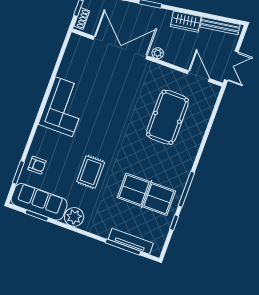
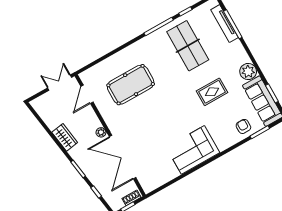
bench: (220, 26) -> (45, 115), removed

